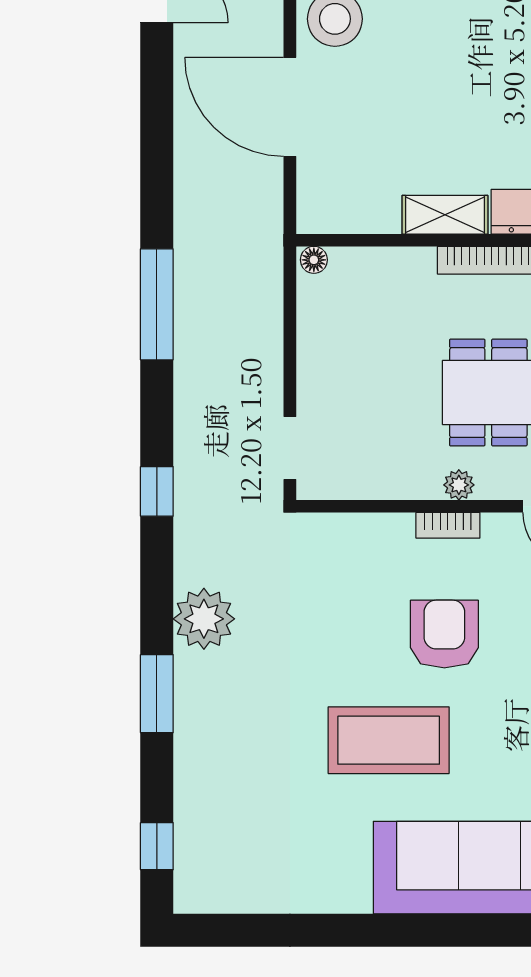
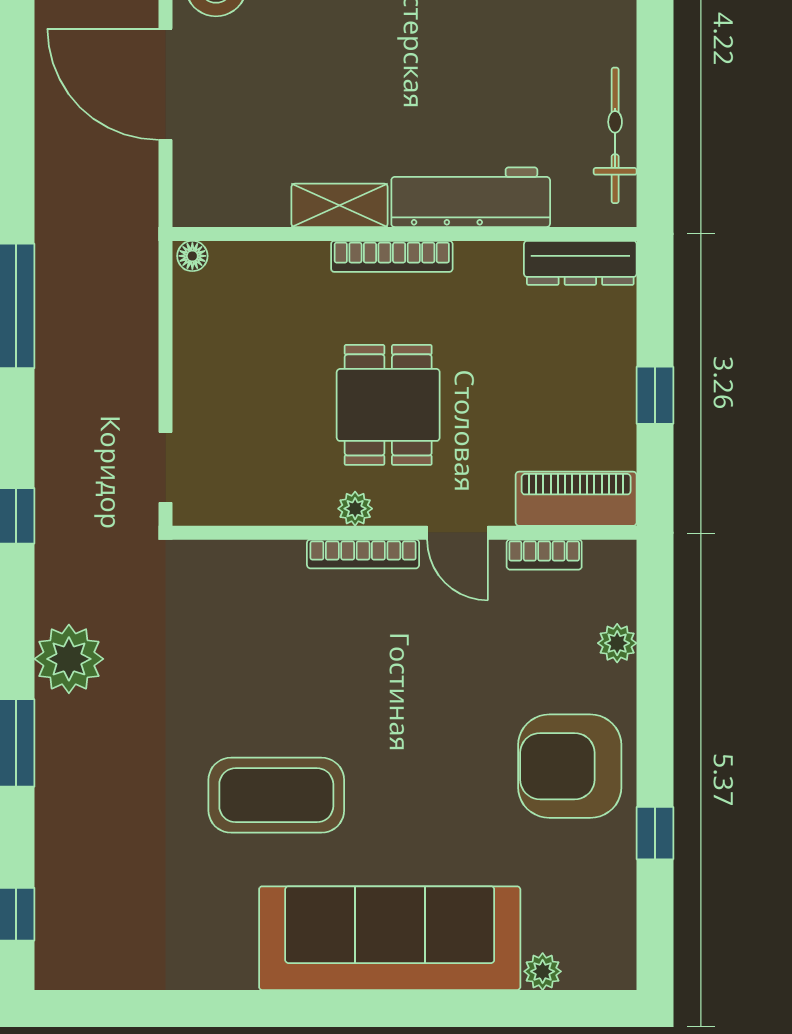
bookcase: (448, 525) -> (363, 554), width x1.56
armchair: (444, 634) -> (339, 676), removed

